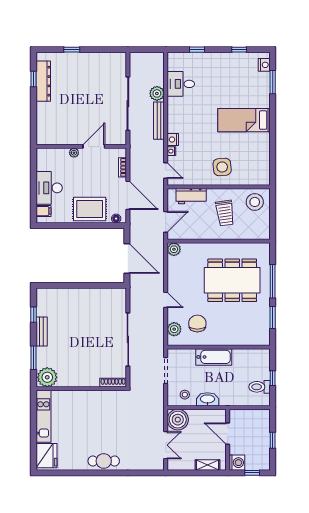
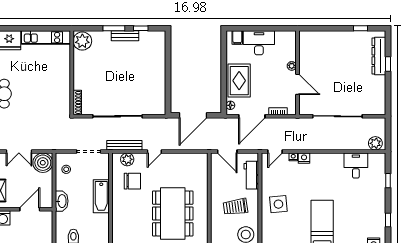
dresser: (43, 81) -> (379, 56), moved, turned 90
plant: (157, 93) -> (375, 143), moved
bench: (159, 121) -> (124, 145), moved
plant: (174, 249) -> (202, 159), removed
window: (34, 358) -> (114, 28), moved
washbasin: (208, 399) -> (62, 201), moved

